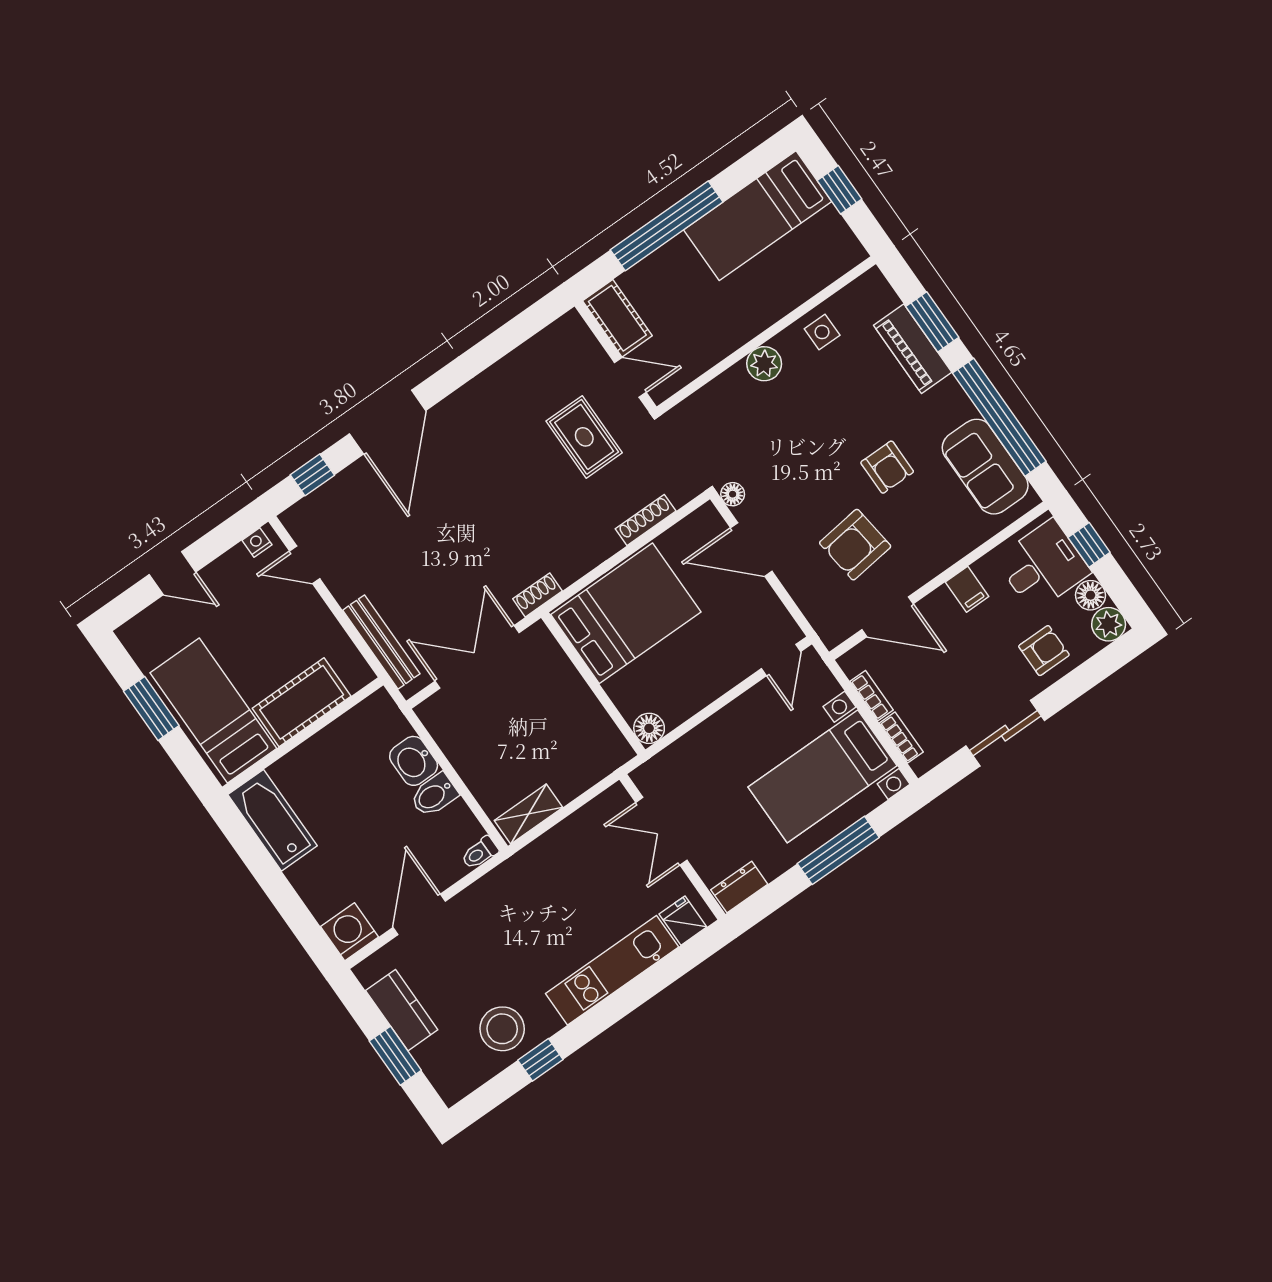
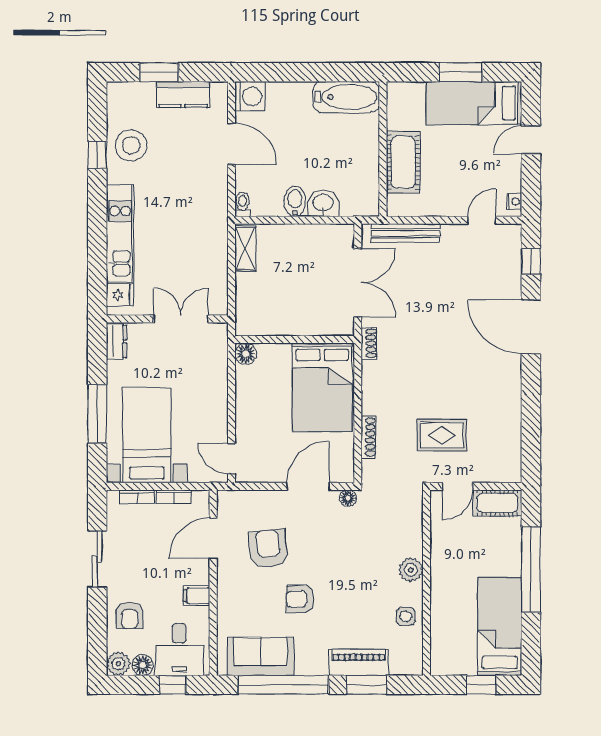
bed: (213, 711) -> (474, 103), moved, turned 180

